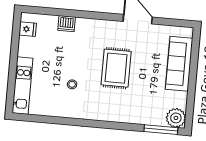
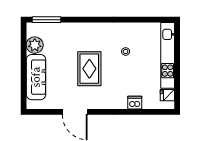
kitchen unit: (22, 86) -> (168, 55), width x1.36
plant: (176, 118) -> (35, 45), moved

